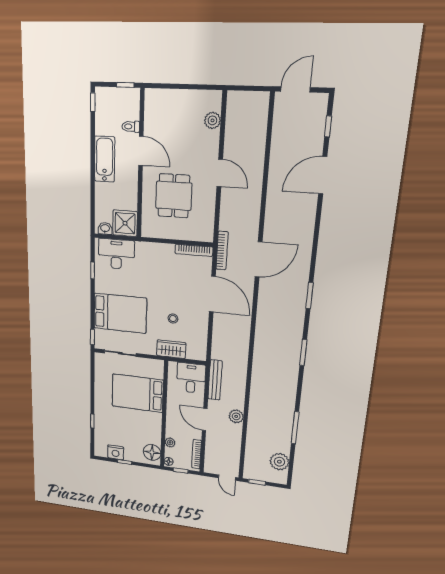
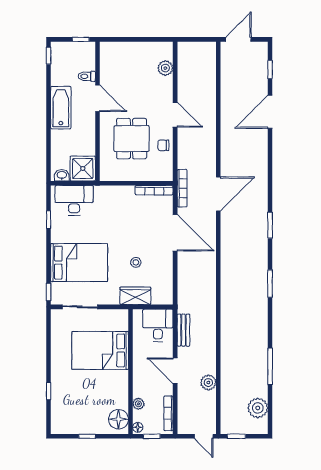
chair: (206, 205) -> (163, 145), added
bench: (215, 380) -> (183, 330), width x0.73
plant: (236, 416) -> (208, 383), moved
nightstand: (116, 452) -> (76, 426), removed

